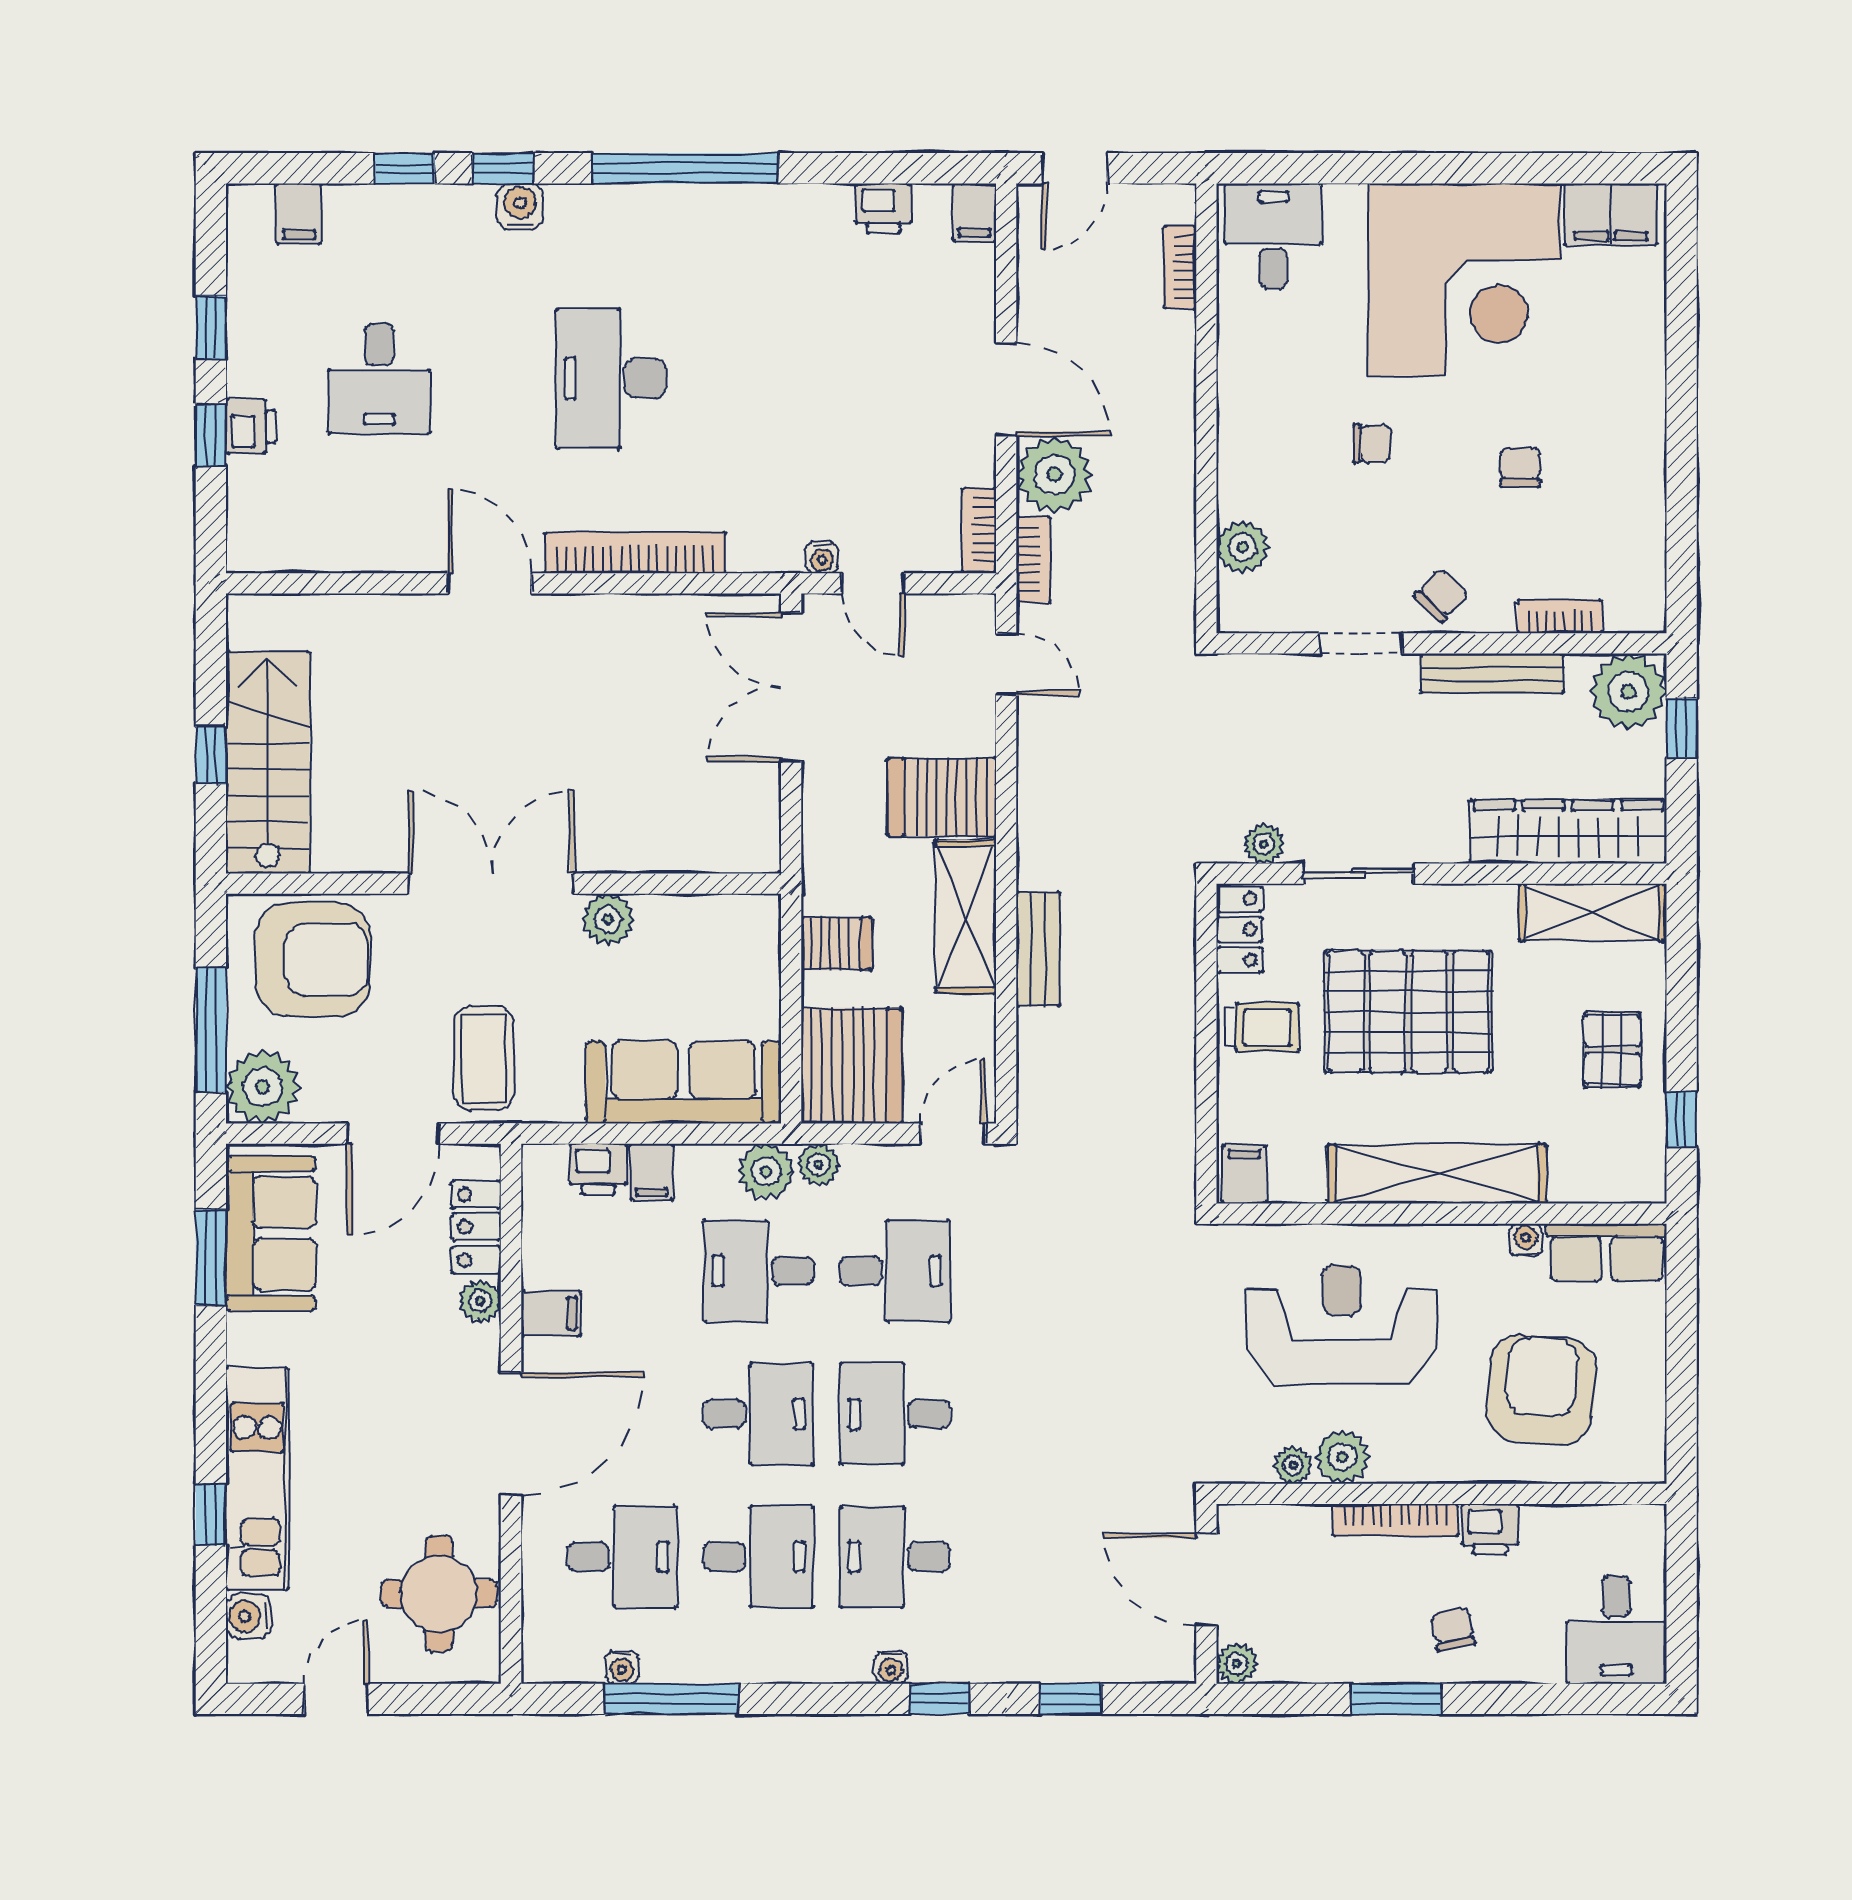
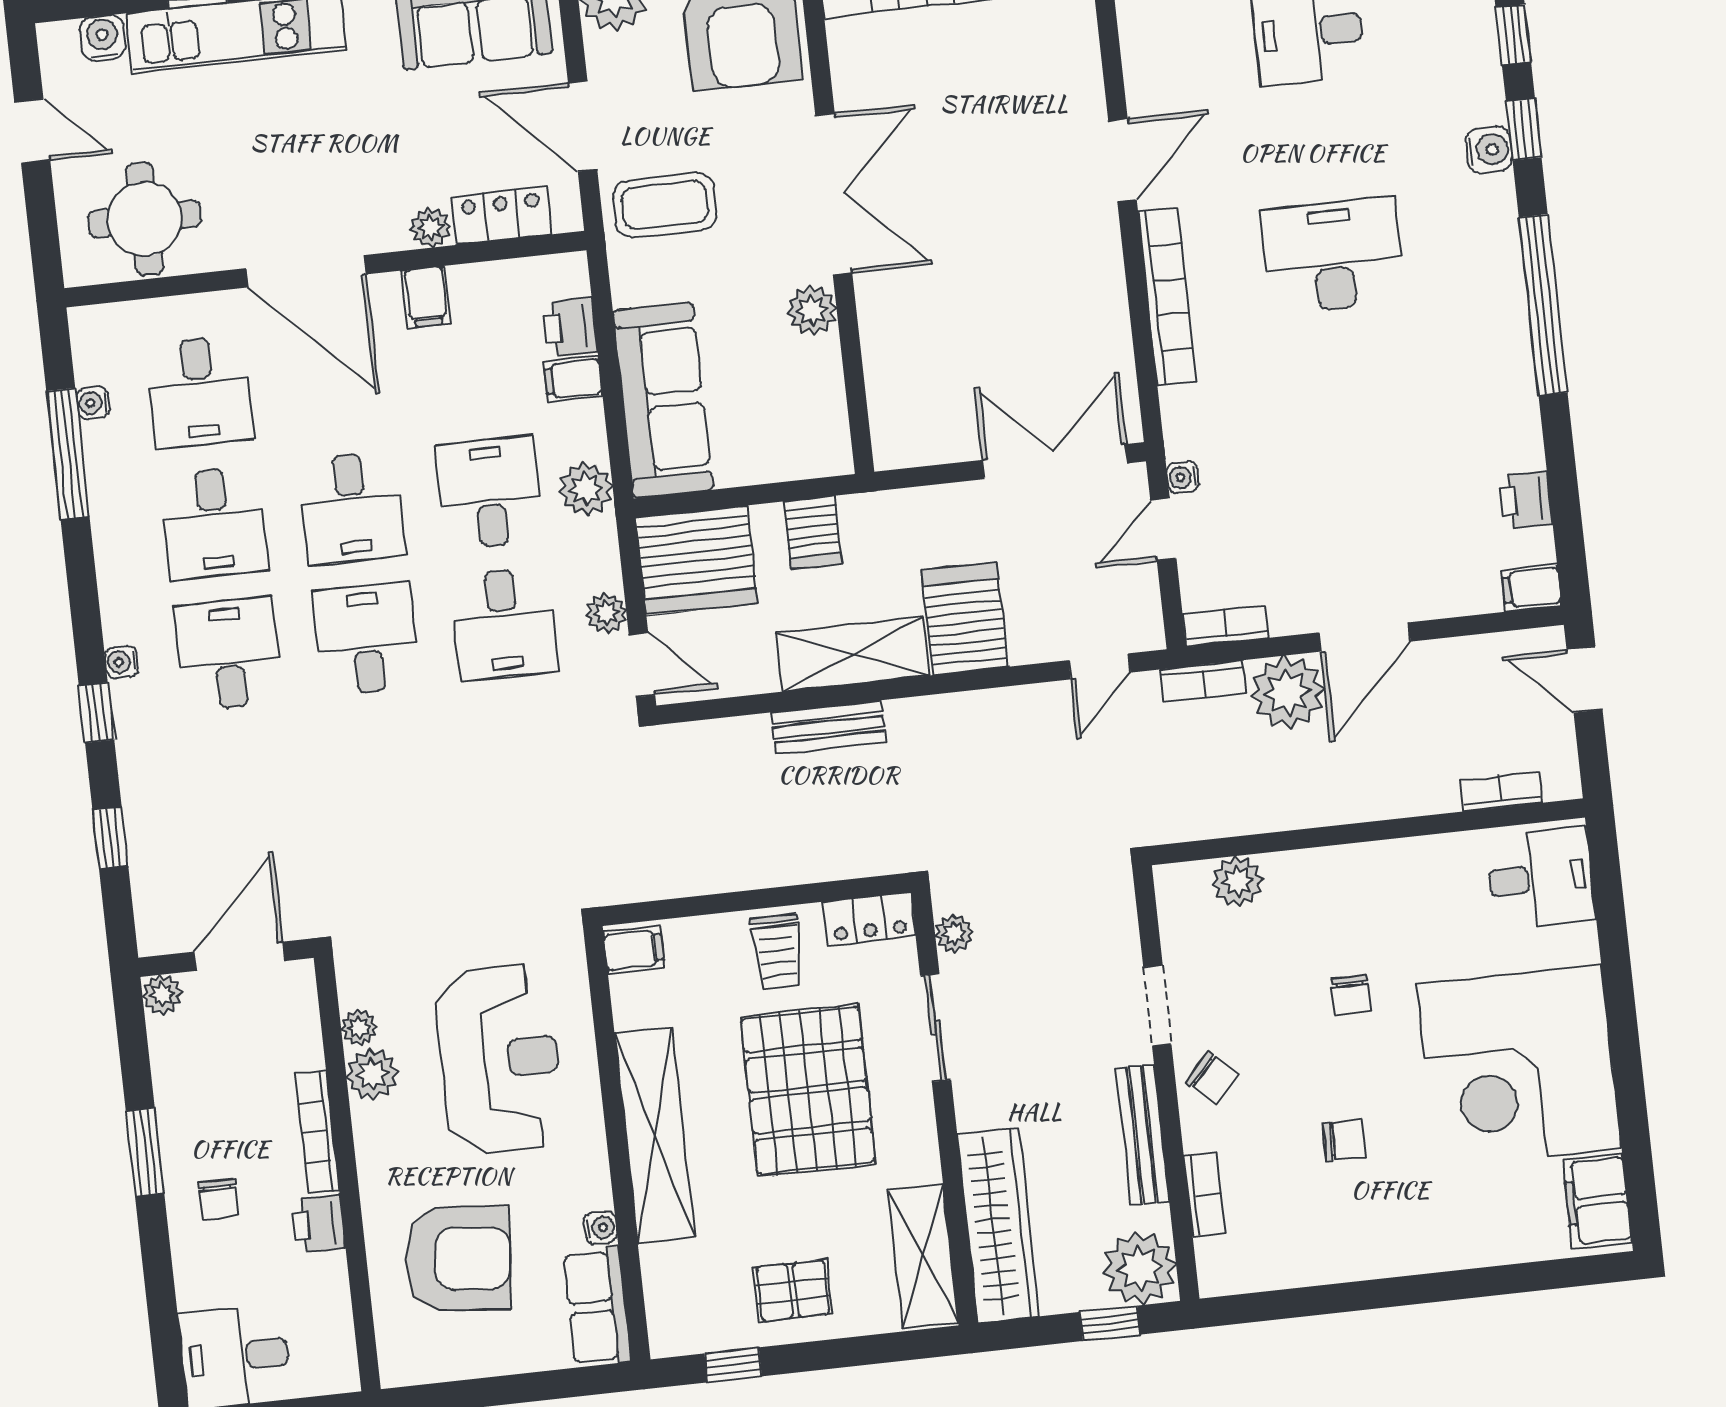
plant: (819, 1164) -> (606, 613), moved
chair: (1453, 1629) -> (218, 1199), turned 101

